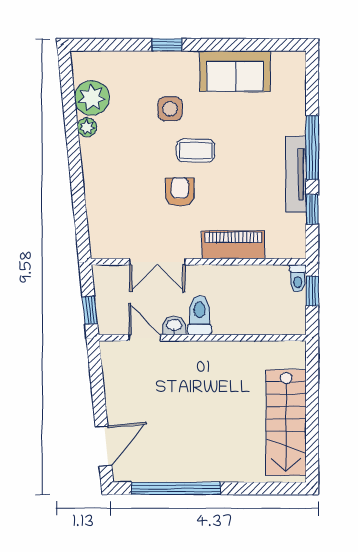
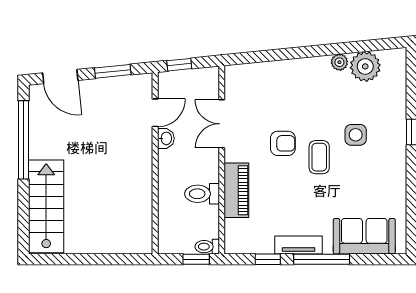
sofa: (235, 71) -> (364, 236), moved, turned 90
tv unit: (296, 174) -> (299, 245), width x0.71
toilet: (200, 315) -> (202, 194), moved, turned 180
window: (97, 386) -> (113, 71), added
stairs: (286, 423) -> (46, 206), moved, turned 90

